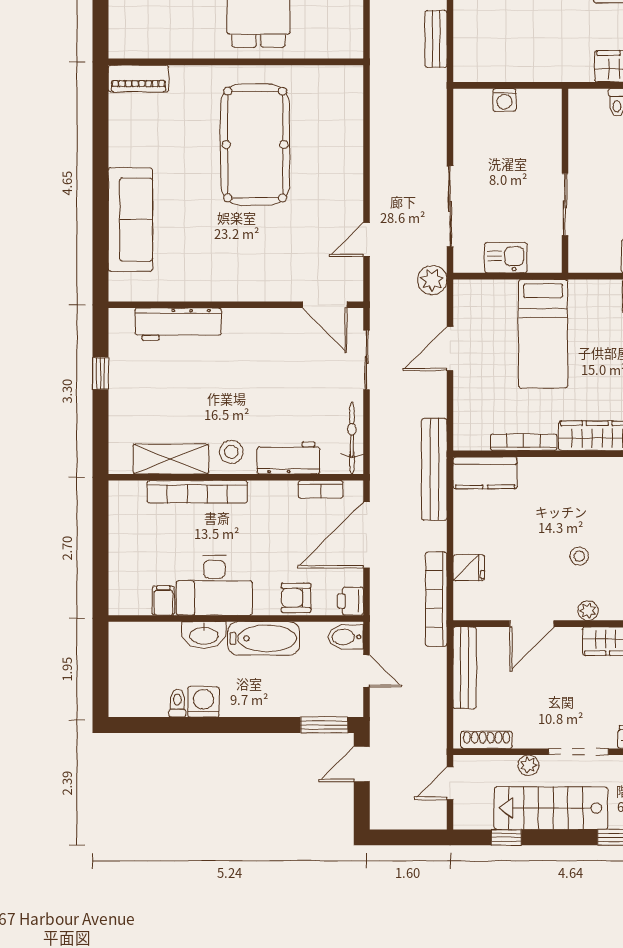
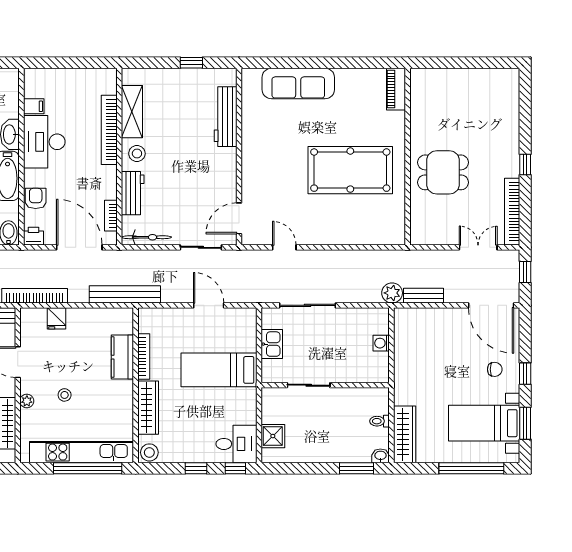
plant: (432, 280) -> (392, 293), moved
kitchen counter: (485, 473) -> (122, 357), moved

